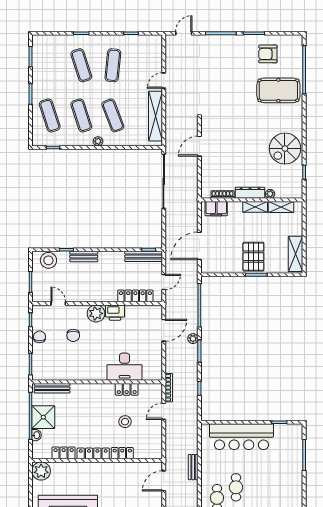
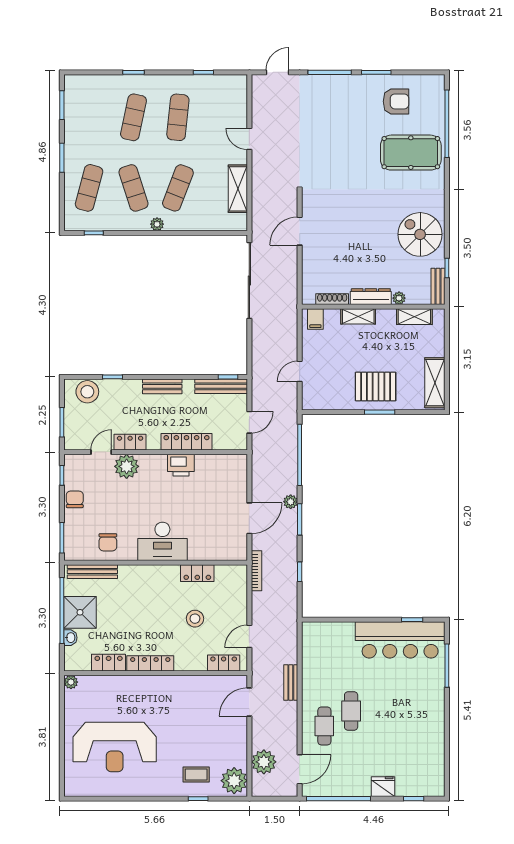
armchair: (268, 54) -> (396, 101), turned 180
exercise mat: (81, 65) -> (133, 117), turned 30
door: (164, 81) -> (249, 139), hinge flipped
exercise mat: (50, 115) -> (89, 188), turned 33
exercise mat: (113, 115) -> (178, 188), turned 42
shelving: (155, 116) -> (238, 189), width x0.68
spiral stairs: (285, 149) -> (420, 234), turned 90
bench: (298, 185) -> (438, 286), added
shelving: (255, 207) -> (358, 316), moved
filing cabinet: (216, 209) -> (315, 319), width x0.50
door: (199, 246) -> (300, 371), width x0.53
bench: (84, 257) -> (162, 386), moved
pallet: (253, 257) -> (376, 386), turned 90
locker: (79, 296) -> (130, 442), added
locker: (135, 296) -> (187, 442), moved
door: (58, 303) -> (101, 452), hinge flipped
plant: (96, 313) -> (127, 466), moved
door: (164, 330) -> (249, 518), moved
chair: (73, 335) -> (108, 542), moved
desk: (125, 367) -> (162, 541), moved
door: (164, 411) -> (249, 636), moved
bar counter: (241, 437) -> (400, 640), moved
locker: (122, 453) -> (224, 663), moved
plant: (41, 471) -> (71, 682), width x0.53, depth x0.53

